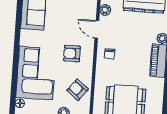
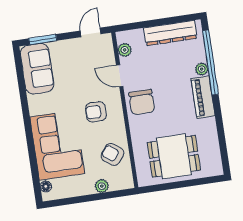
chair: (110, 54) -> (142, 102), width x1.87, depth x1.87

